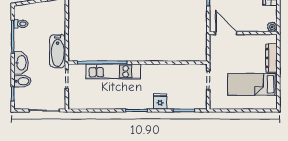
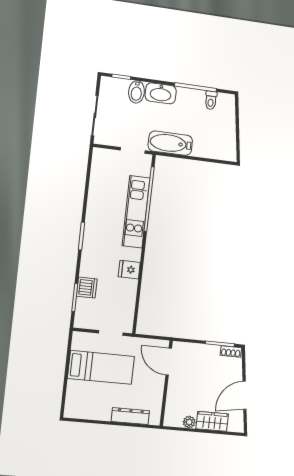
plant: (272, 27) -> (189, 422), moved
door: (226, 33) -> (169, 362), swing flipped
bed: (253, 84) -> (101, 367), moved, turned 90
fridge: (160, 102) -> (129, 270), moved, turned 180
dishwasher: (175, 102) -> (87, 288), added

